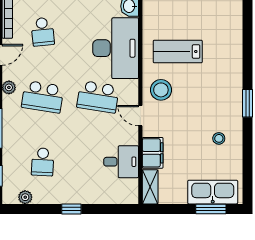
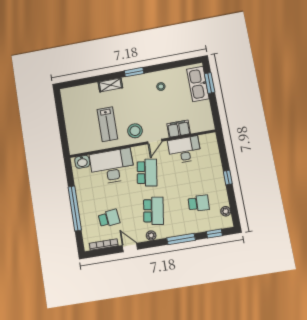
desk: (121, 162) -> (184, 150), width x1.37
shelving: (150, 187) -> (110, 85), moved

